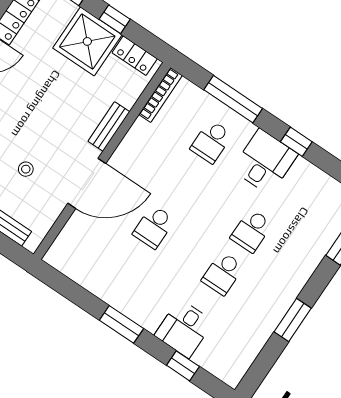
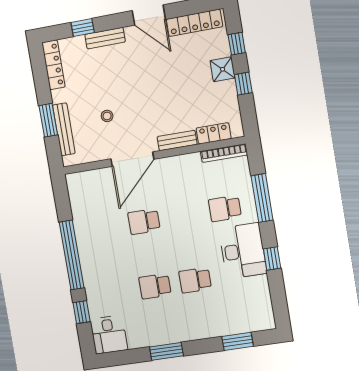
shower: (87, 41) -> (223, 69), width x0.54, depth x0.54
locker: (135, 56) -> (214, 133), moved, turned 90
desk: (265, 162) -> (243, 251), width x1.37
door: (87, 183) -> (132, 159), hinge flipped
window: (121, 324) -> (72, 255), width x2.11
desk: (184, 328) -> (109, 335), moved, turned -90

